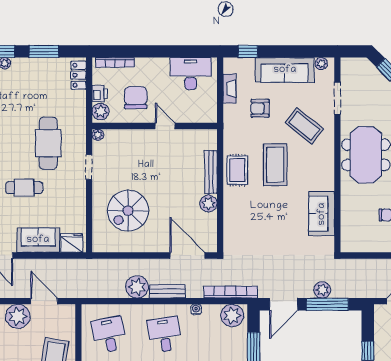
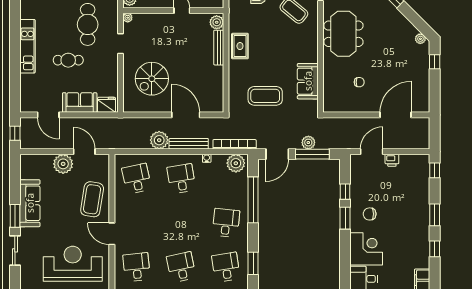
coffee table: (275, 165) -> (265, 96), moved, turned 90
plant: (208, 203) -> (217, 22), moved
door: (187, 256) -> (186, 115), moved
bench: (167, 291) -> (189, 144), width x1.36

